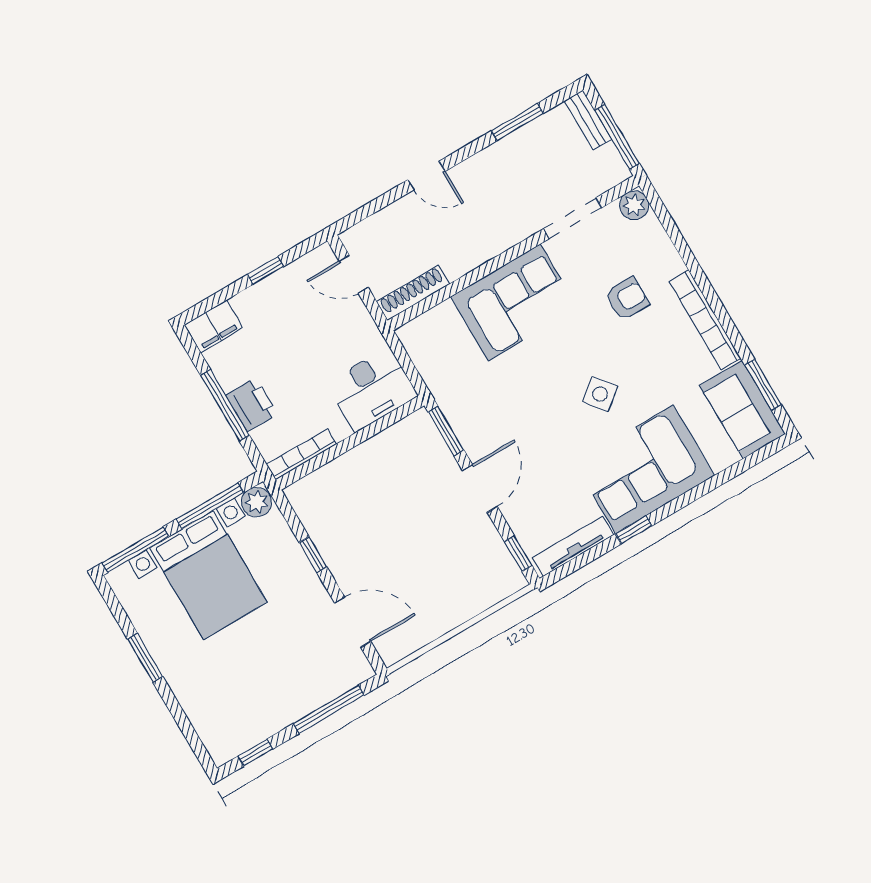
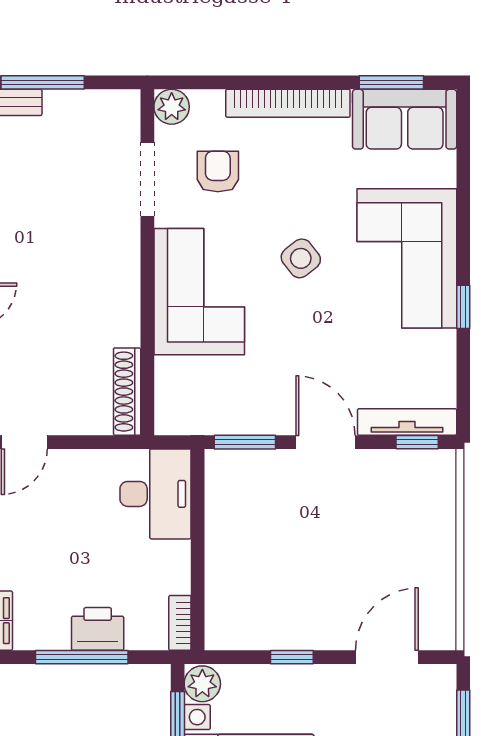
plant: (634, 205) -> (172, 107), moved
doorway: (572, 218) -> (147, 179), moved
wall: (513, 253) -> (147, 262), moved
shoe rack: (413, 293) -> (127, 392), moved
corner sofa: (514, 302) -> (199, 292), moved
bookcase: (301, 454) -> (180, 623), width x0.64
tv unit: (573, 546) -> (407, 422), moved, turned 90

